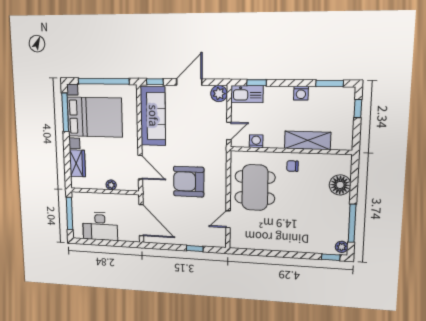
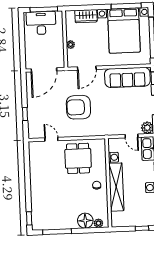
door: (229, 131) -> (132, 136), moved
shelving: (307, 140) -> (116, 187), width x1.47
armchair: (189, 182) -> (78, 107), turned -90
dining table: (255, 188) -> (78, 158), width x0.73
desk: (100, 226) -> (41, 23), moved, turned 90
plant: (342, 247) -> (98, 223), moved

